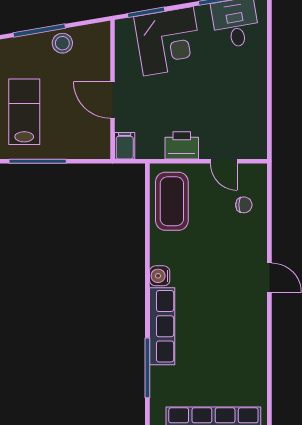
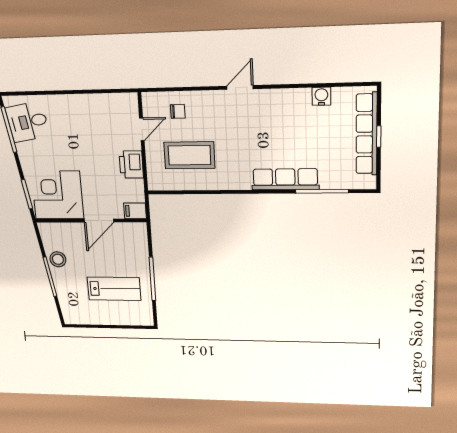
corner desk: (168, 41) -> (58, 195), moved, turned -80
lab bench: (24, 112) -> (114, 289), turned 180
coffee table: (172, 201) -> (189, 155), moved
chair: (244, 205) -> (178, 111), turned 90
water cooler: (160, 276) -> (321, 96), moved, turned 180

